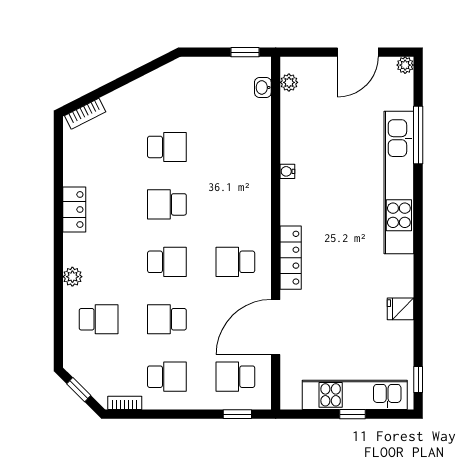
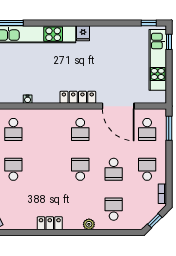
school desk: (167, 204) -> (13, 129), moved
fridge: (400, 309) -> (83, 33), moved
window: (237, 414) -> (169, 128), width x1.50
window: (353, 414) -> (169, 42), moved

